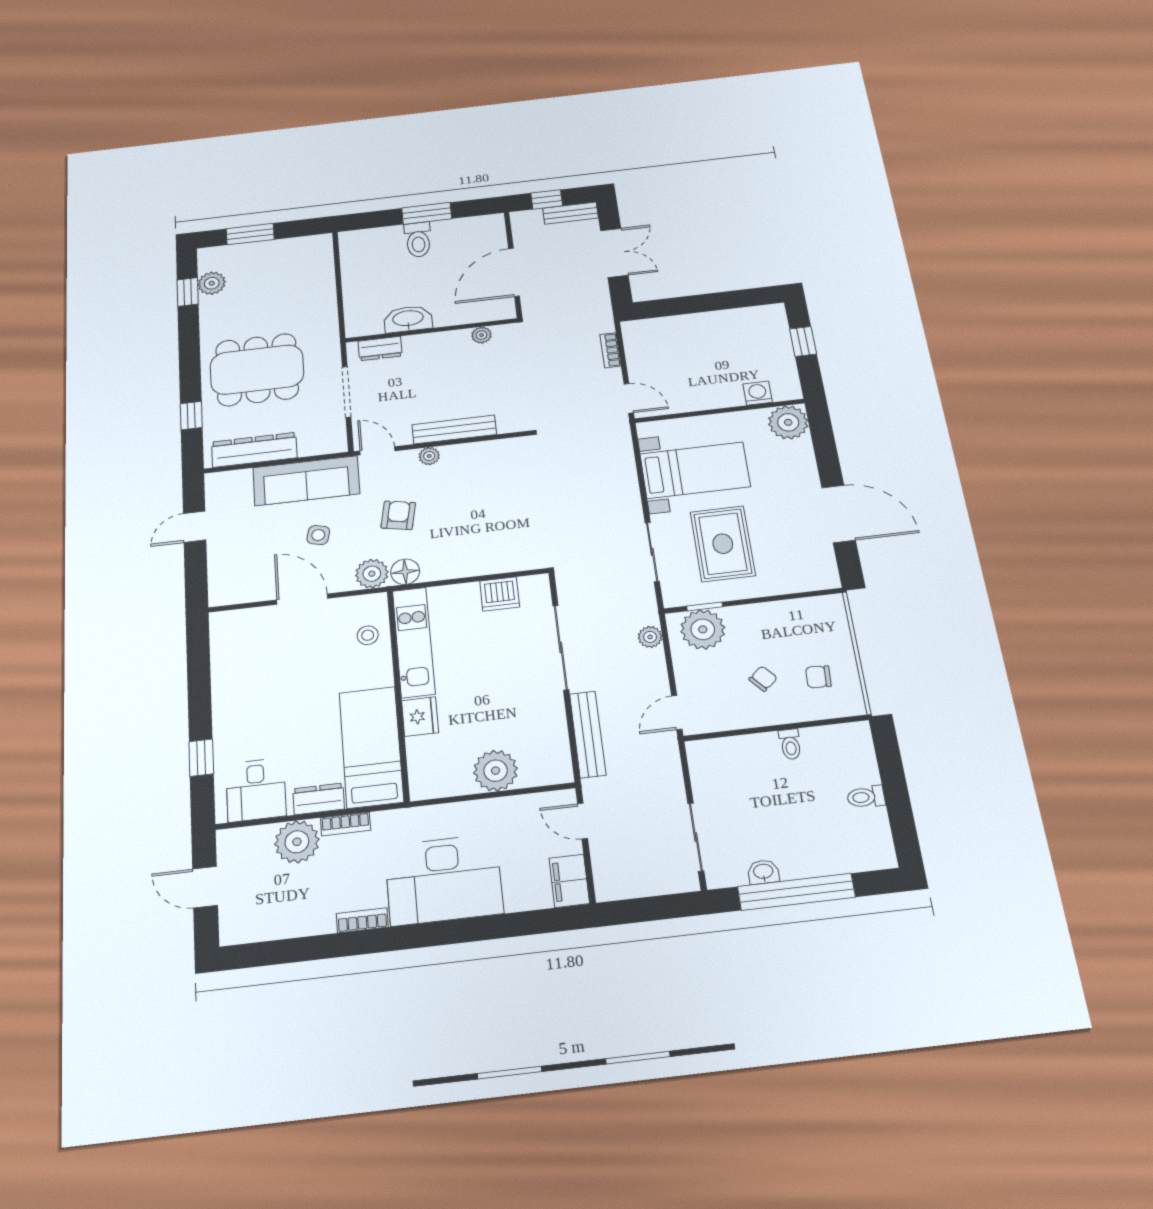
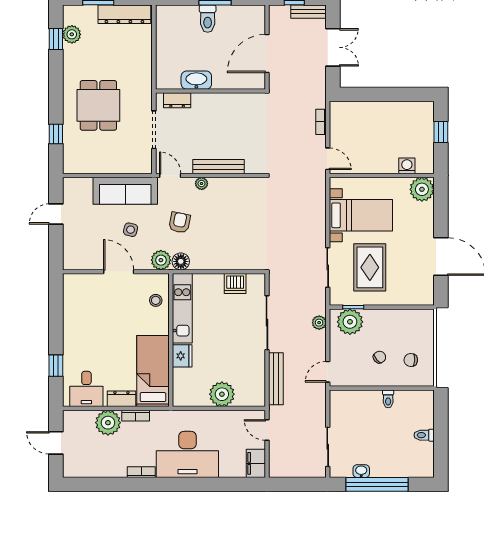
plant: (482, 335) -> (242, 99), removed
dining table: (257, 370) -> (98, 105), width x0.73
dresser: (254, 450) -> (124, 14), moved, turned 180

